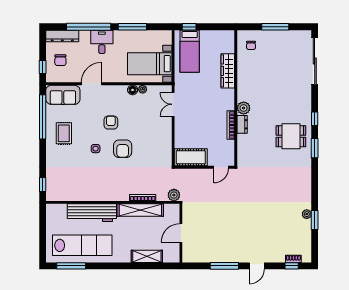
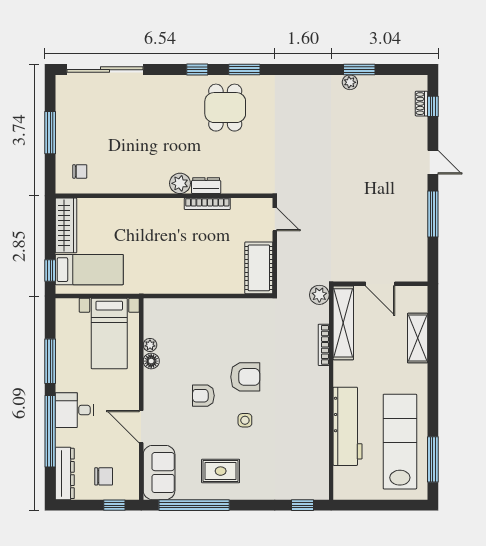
wardrobe: (228, 71) -> (66, 225), moved, turned -90
double door: (173, 104) -> (174, 296), removed
shelving: (140, 210) -> (343, 323), moved

